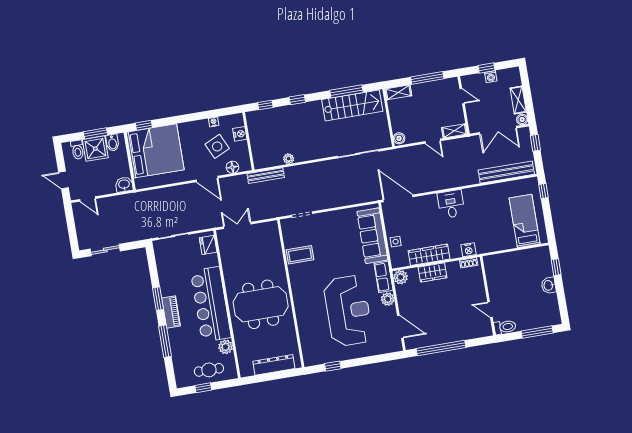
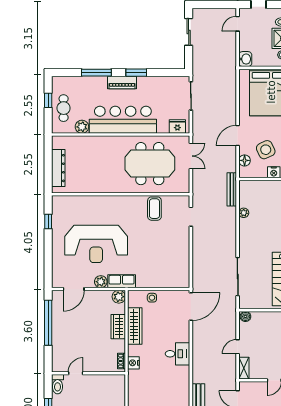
sofa: (372, 236) -> (161, 277), removed
meeting table: (261, 304) -> (150, 164), moved, turned 90

